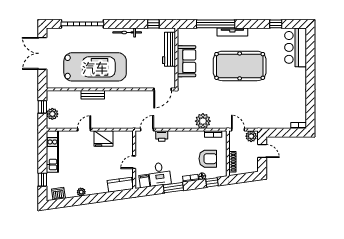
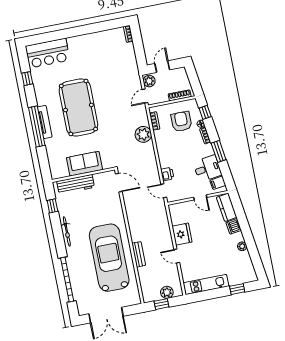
window: (216, 24) -> (37, 127), moved
dishwasher: (58, 194) -> (234, 226), moved

